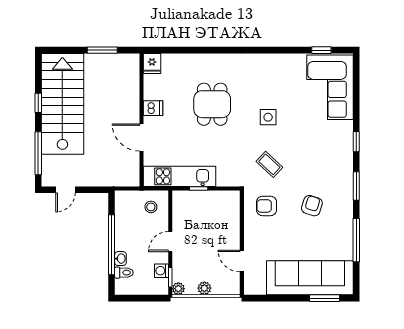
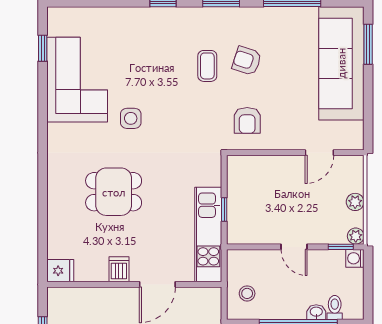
corner sofa: (330, 87) -> (77, 80), moved, turned -90
coffee table: (269, 164) -> (207, 66), moved, turned -43
stool: (151, 207) -> (247, 293), moved
washing machine: (161, 271) -> (355, 258), moved, turned 90

